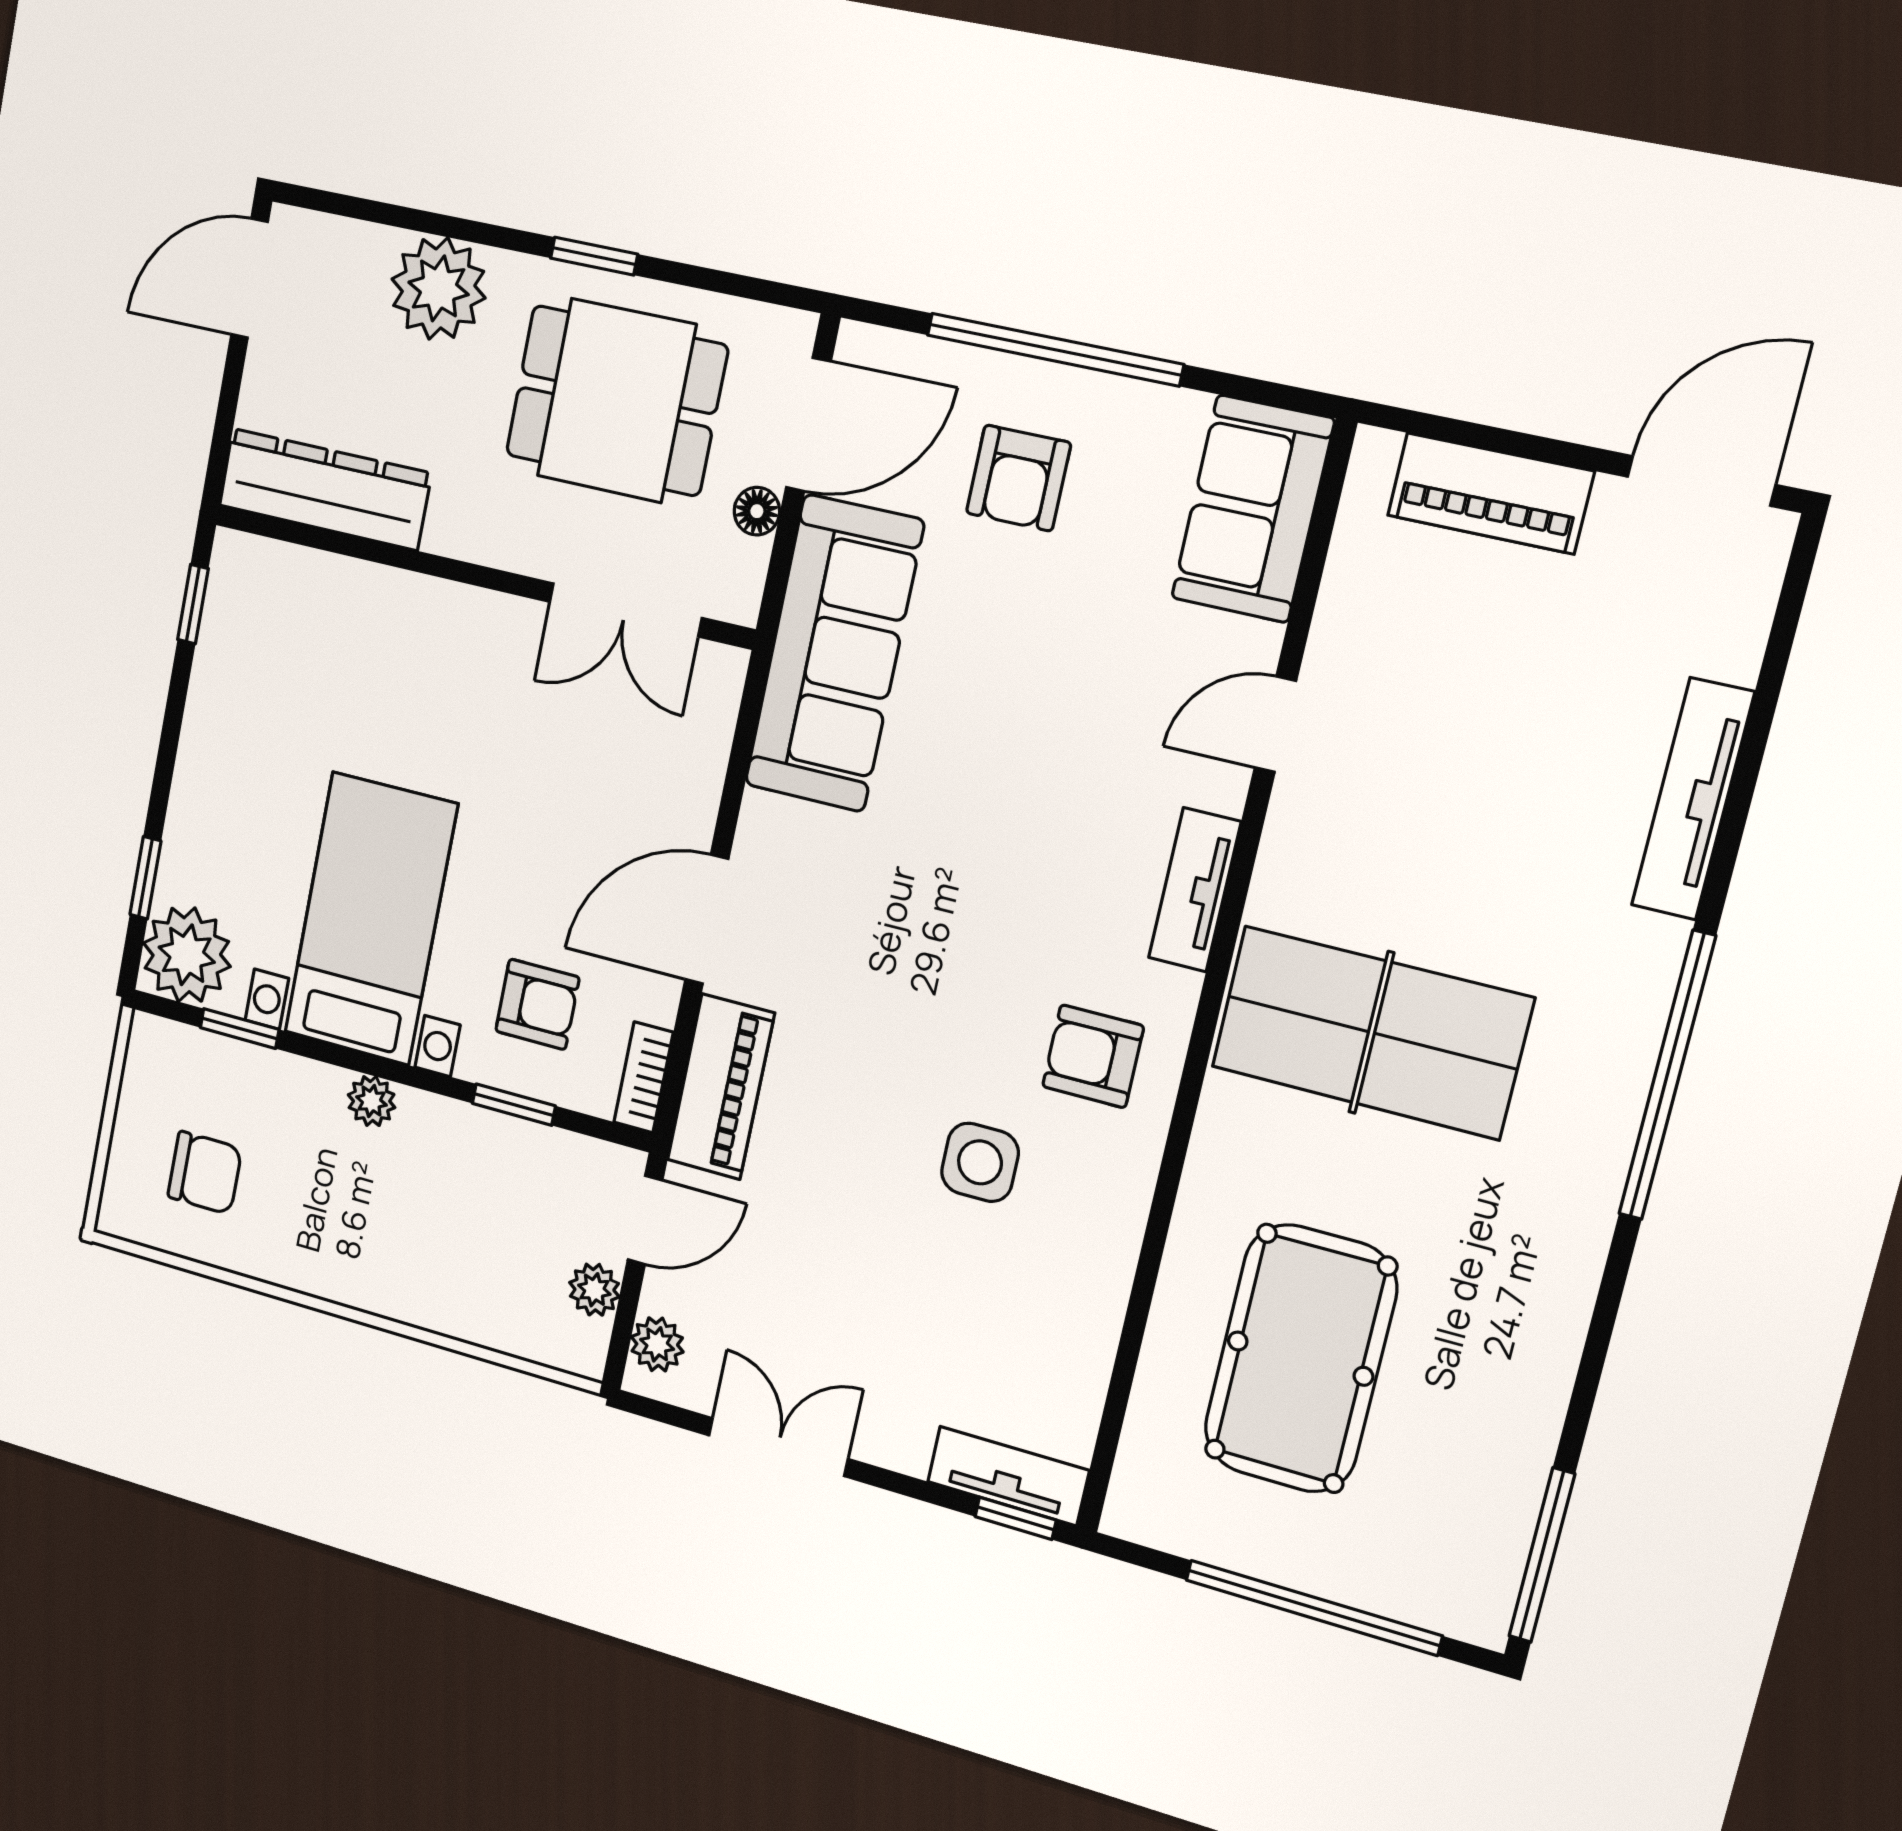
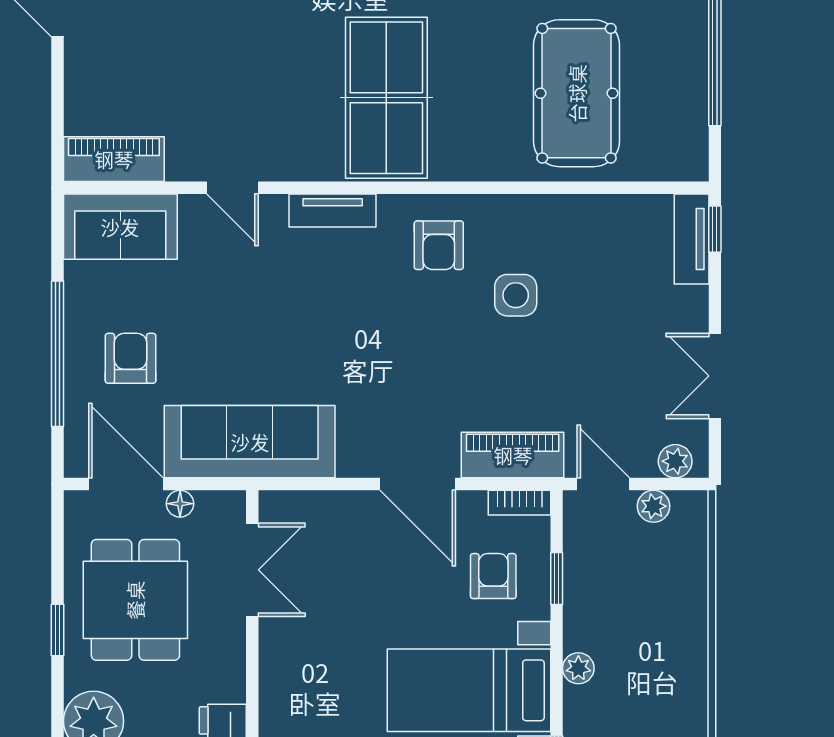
armchair: (1018, 478) -> (131, 358), turned -90
piano: (1490, 493) -> (114, 159), moved, turned -90
pool table: (1300, 1359) -> (577, 93), turned 90

